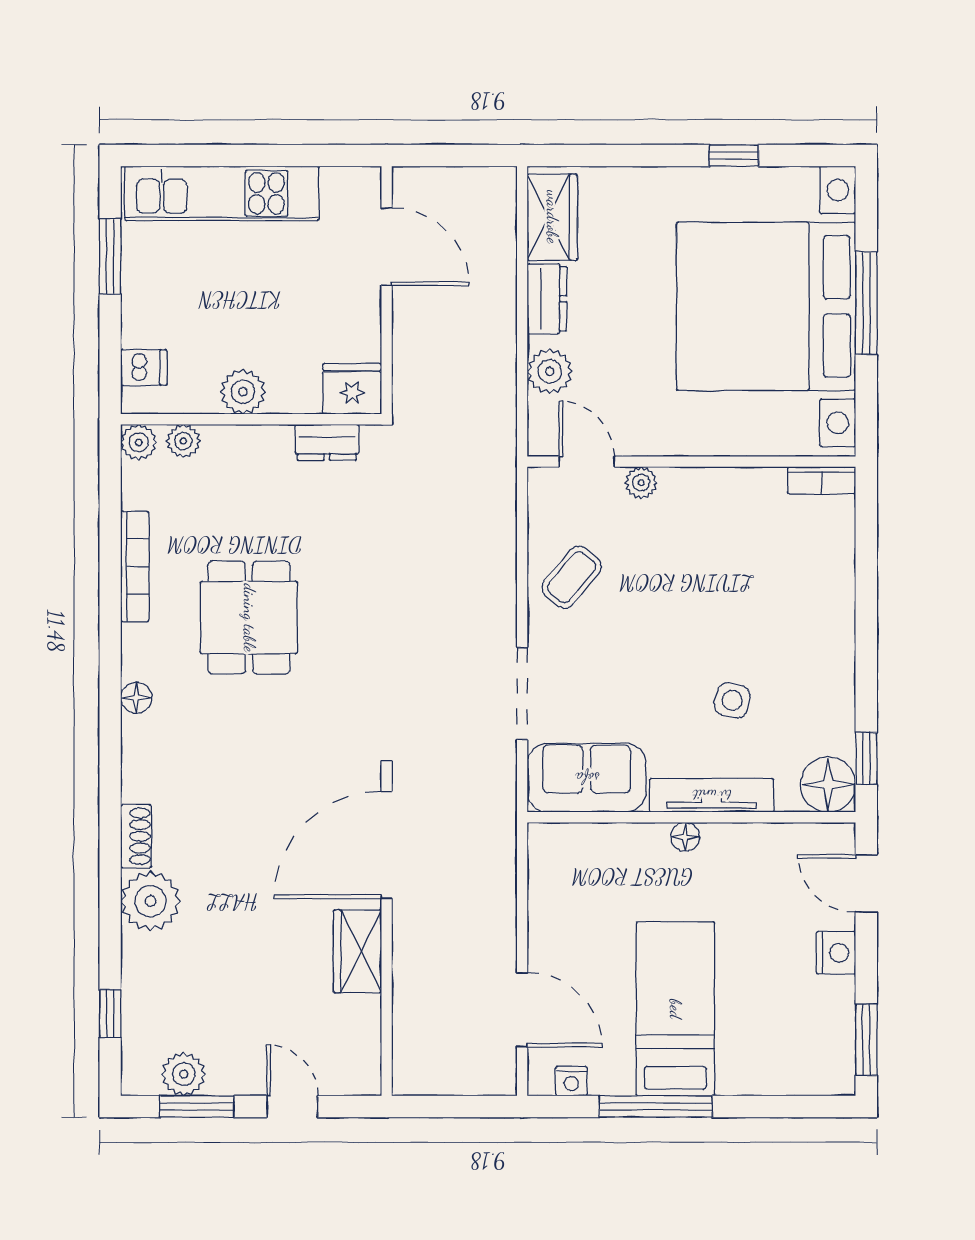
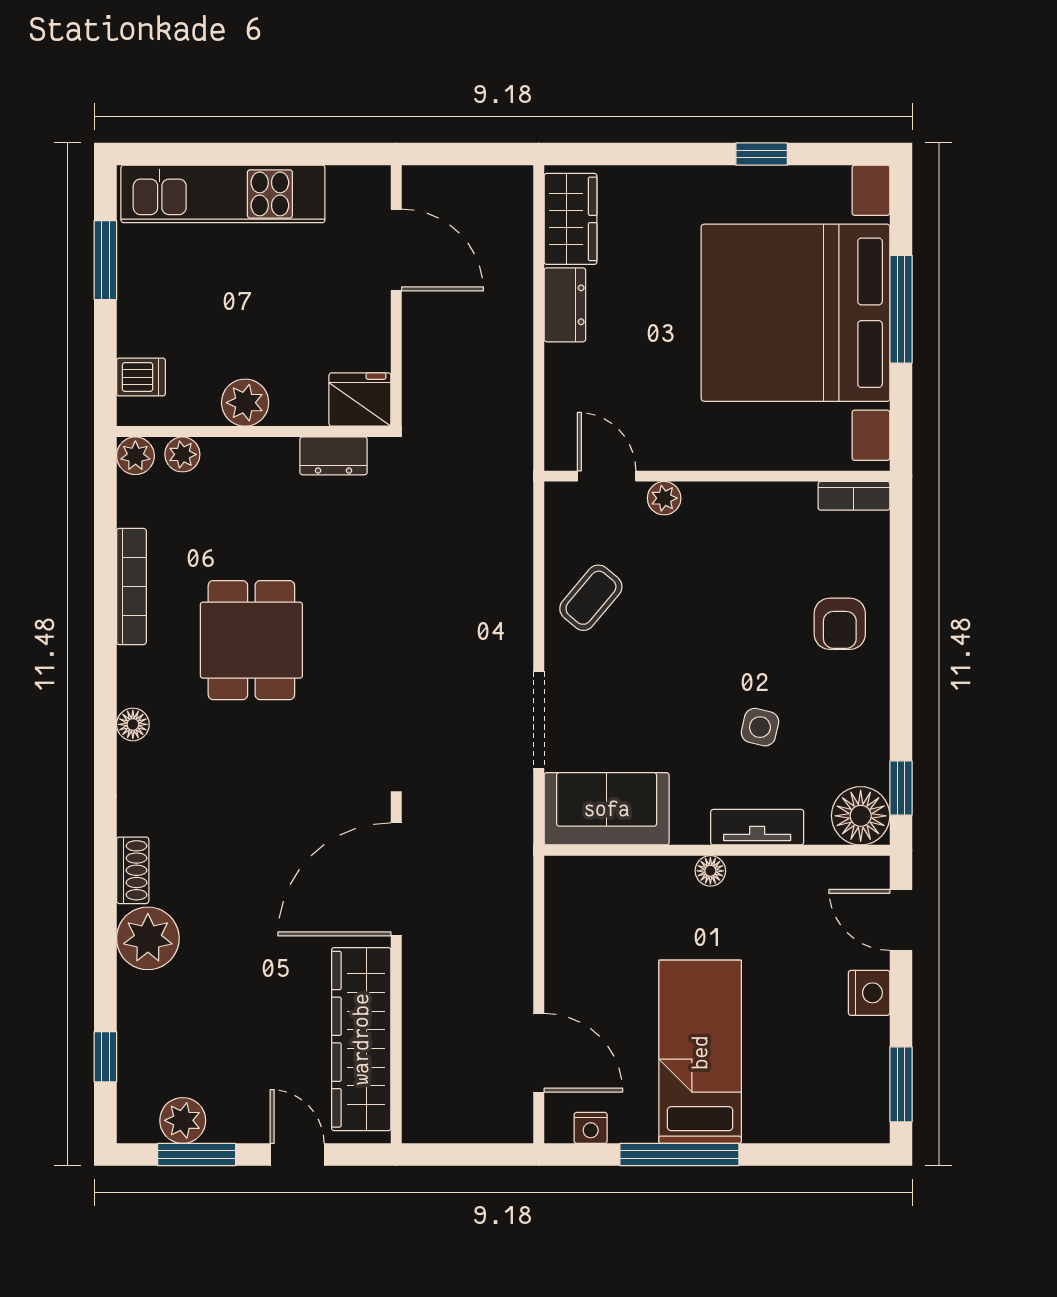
plant: (550, 371) -> (568, 381), removed
armchair: (808, 602) -> (840, 624), added
tv unit: (712, 795) -> (757, 827), width x0.71
wardrobe: (357, 951) -> (361, 1039), width x2.10, depth x1.17

